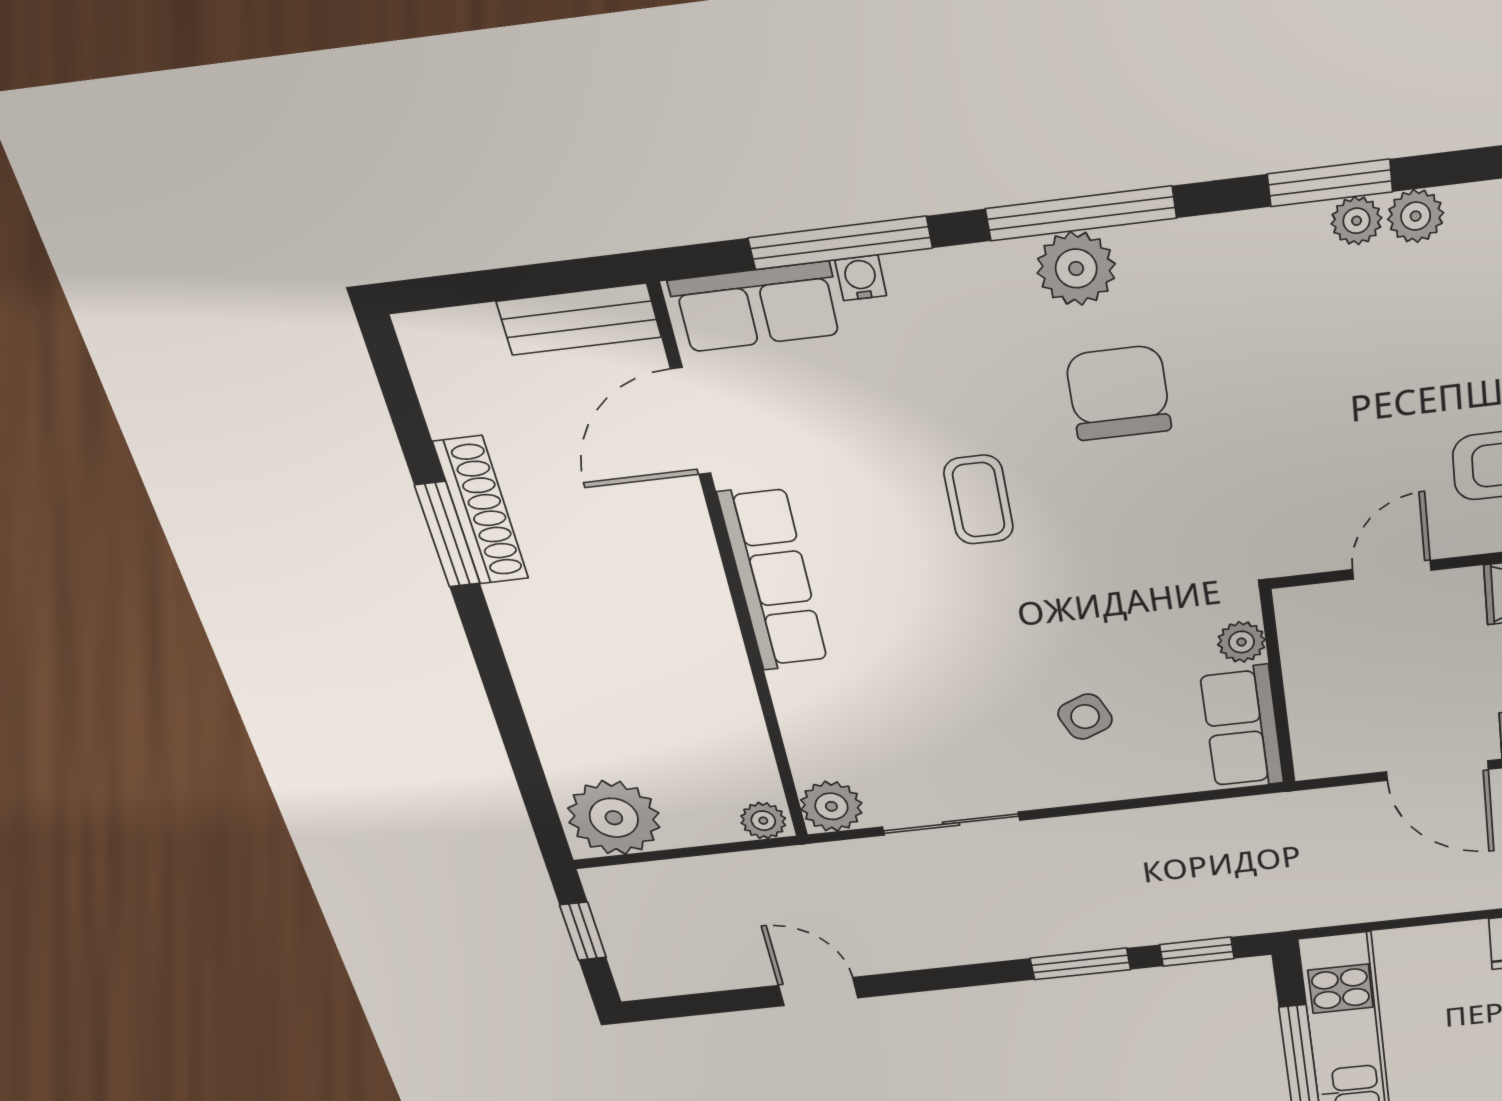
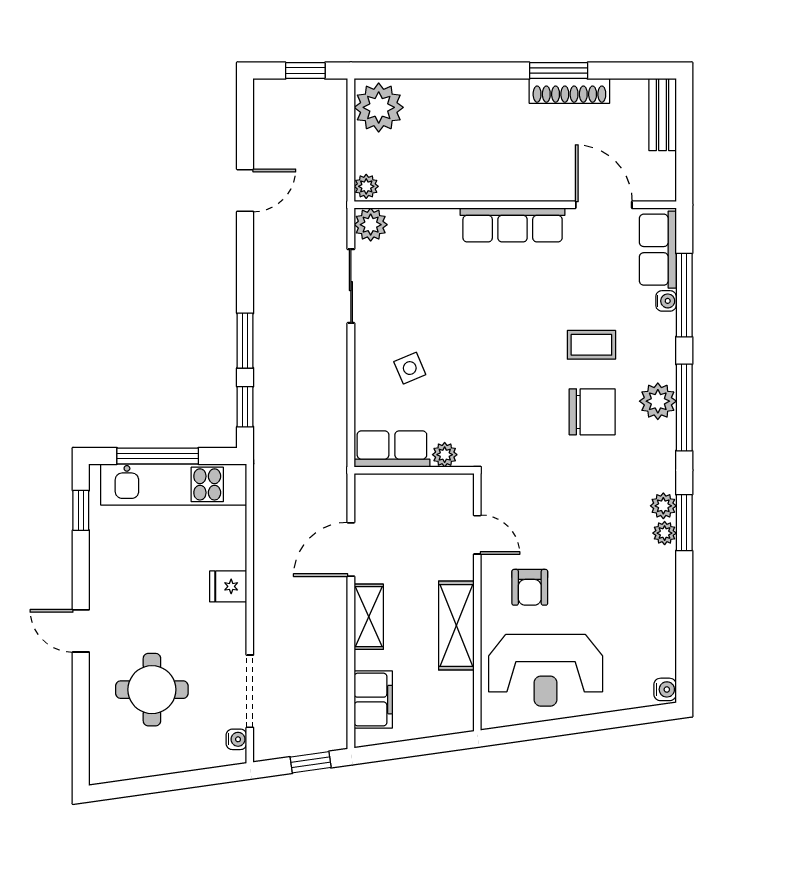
plant: (1416, 216) -> (663, 506), moved
bench: (579, 319) -> (663, 114), moved
coffee table: (979, 500) -> (591, 345), moved

